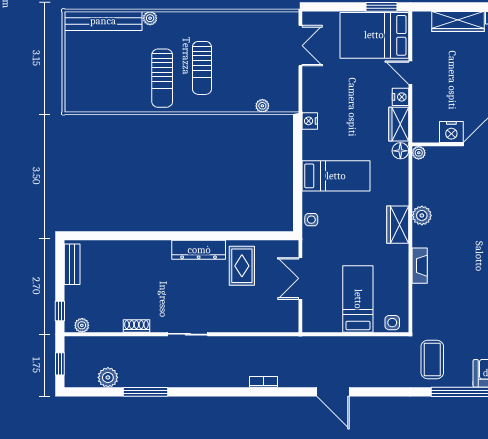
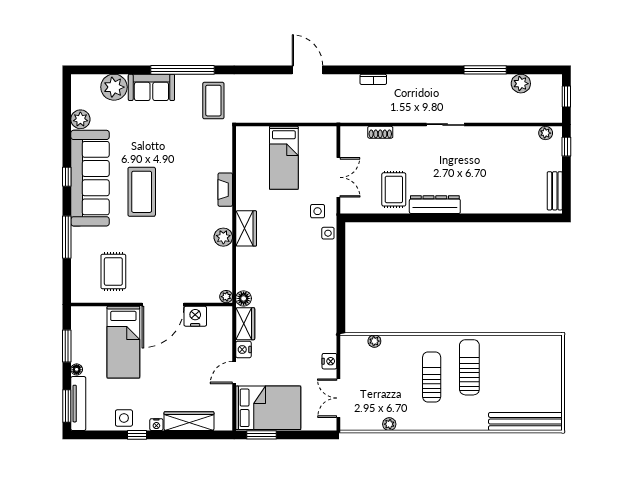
plant: (150, 18) -> (389, 424), moved
door: (410, 73) -> (234, 373), swing flipped
nightstand: (310, 121) -> (329, 361), moved
bed: (336, 176) -> (305, 275), removed
side table: (392, 323) -> (318, 211), moved
shoe rack: (136, 326) -> (380, 132), moved

